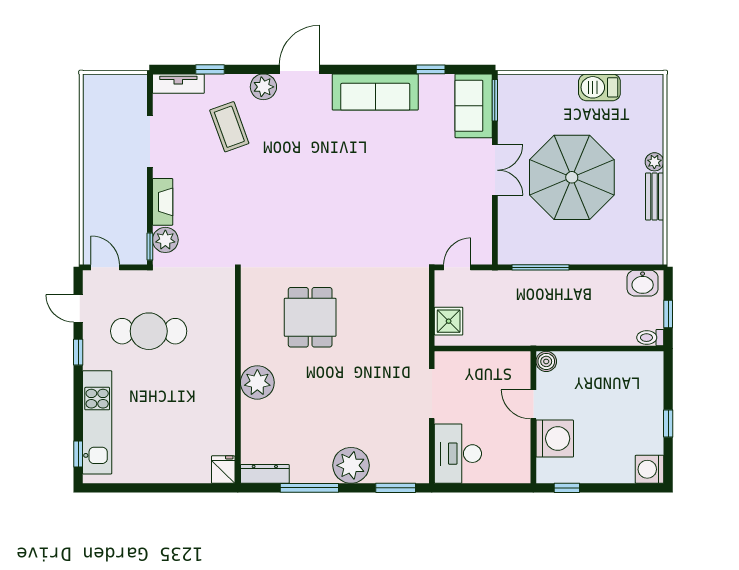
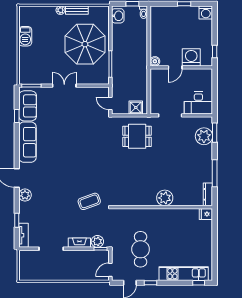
sofa: (474, 106) -> (28, 106), moved, turned -90
coffee table: (229, 127) -> (89, 201), moved
parasol: (572, 177) -> (85, 44), moved
dining table: (310, 317) -> (137, 136), moved
plant: (351, 465) -> (204, 136), moved

